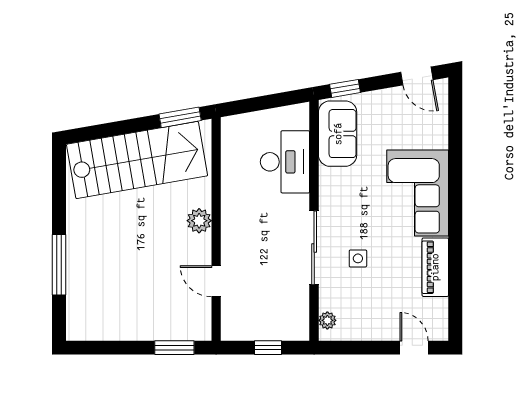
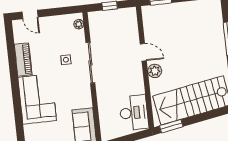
desk: (285, 162) -> (134, 113), moved, turned 180
door: (216, 281) -> (143, 52), moved

